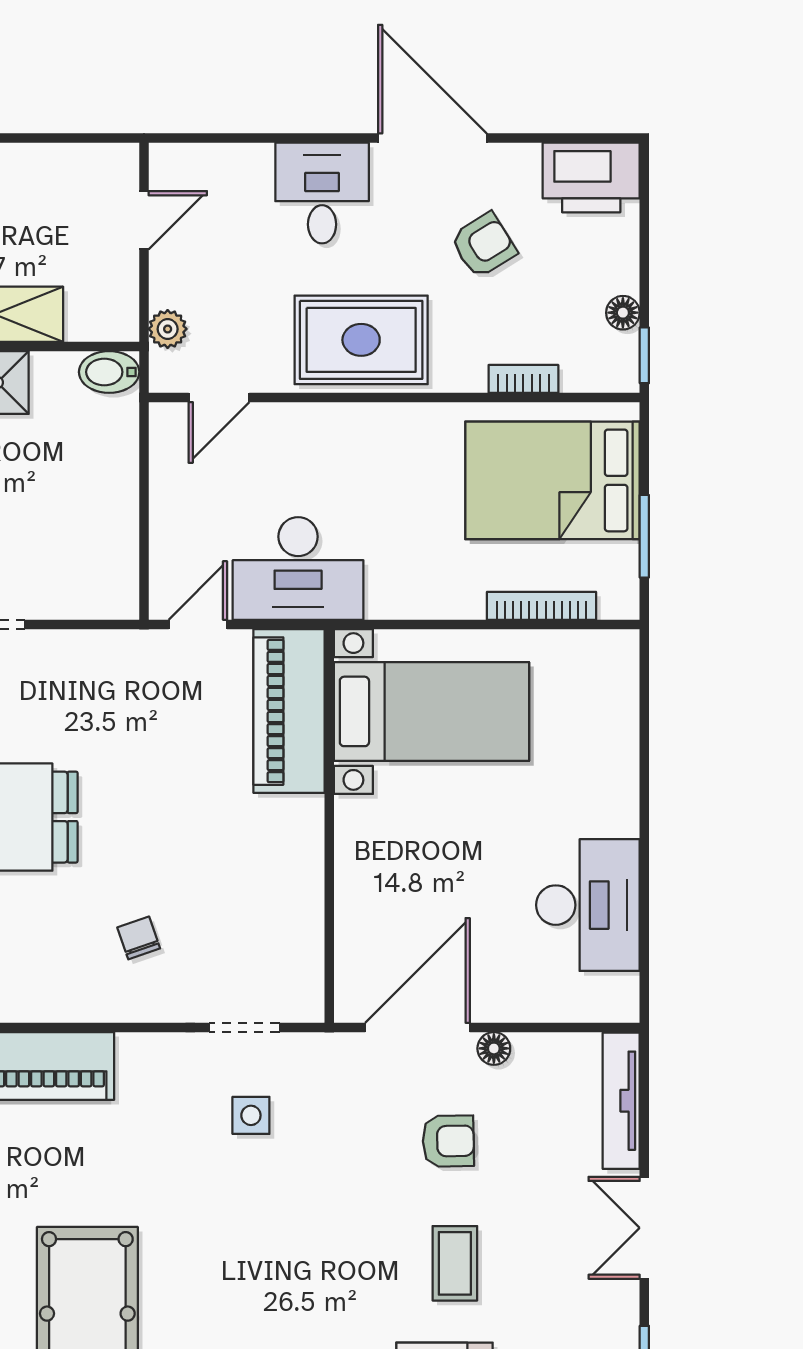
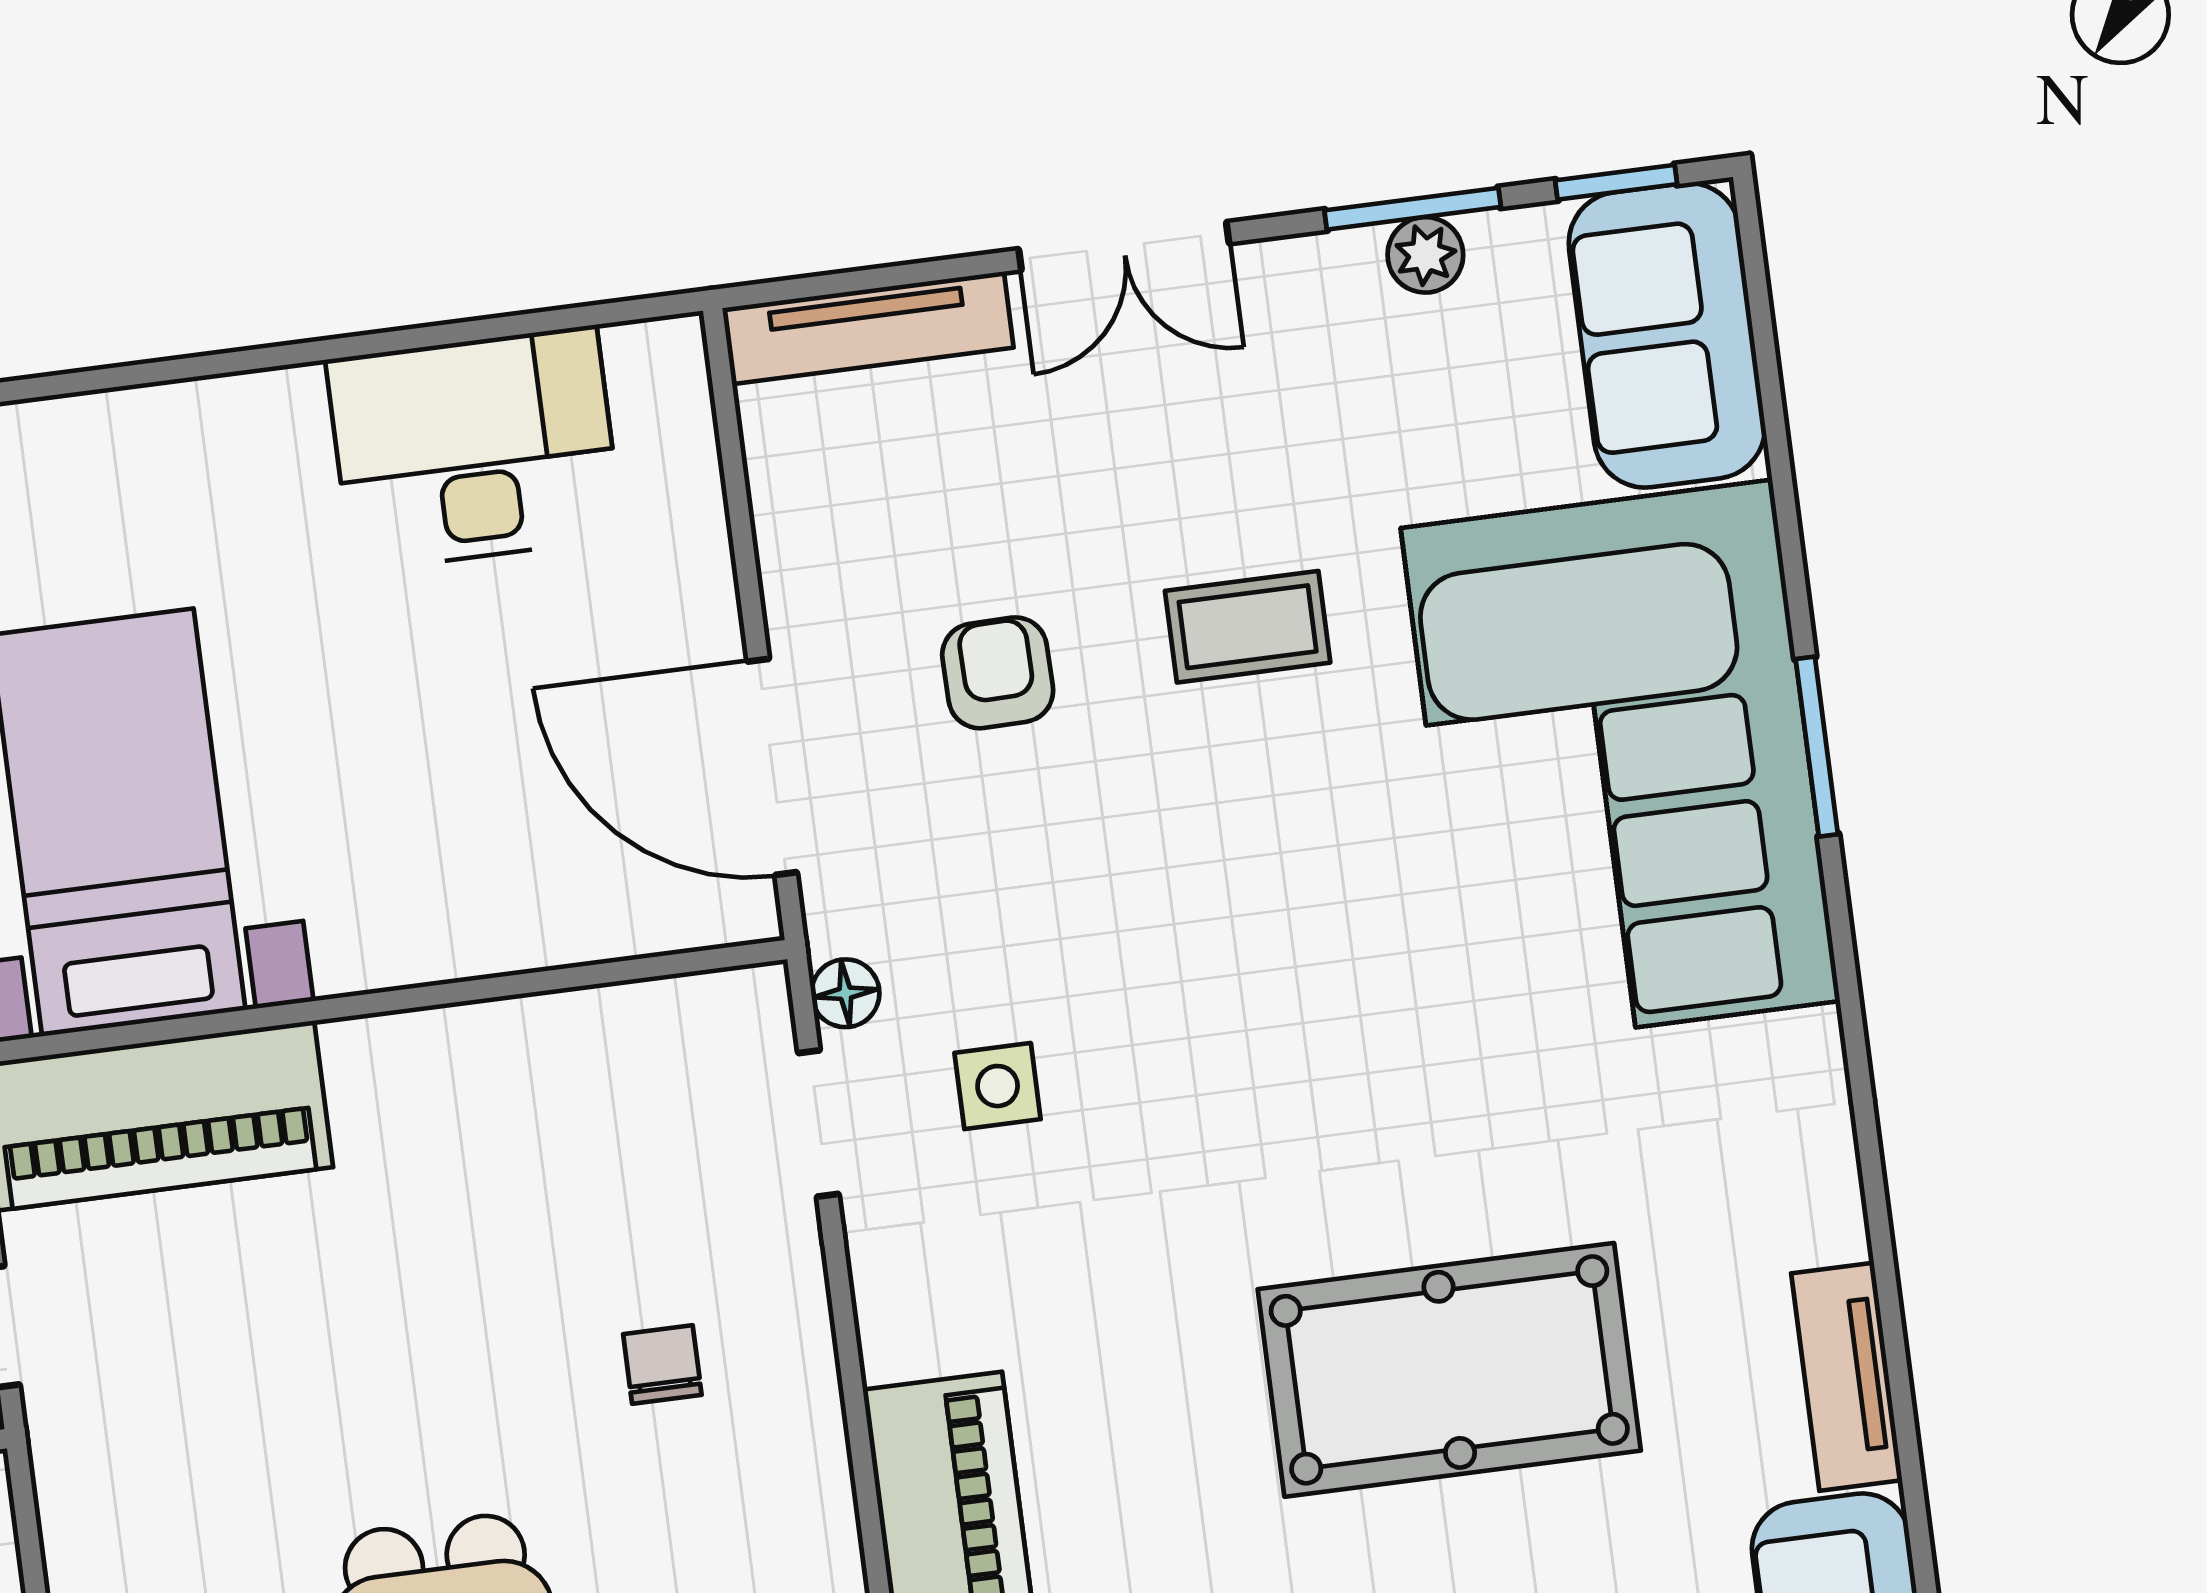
chair: (139, 938) -> (662, 1364), turned 109
floor lamp: (494, 1048) -> (845, 993), moved

